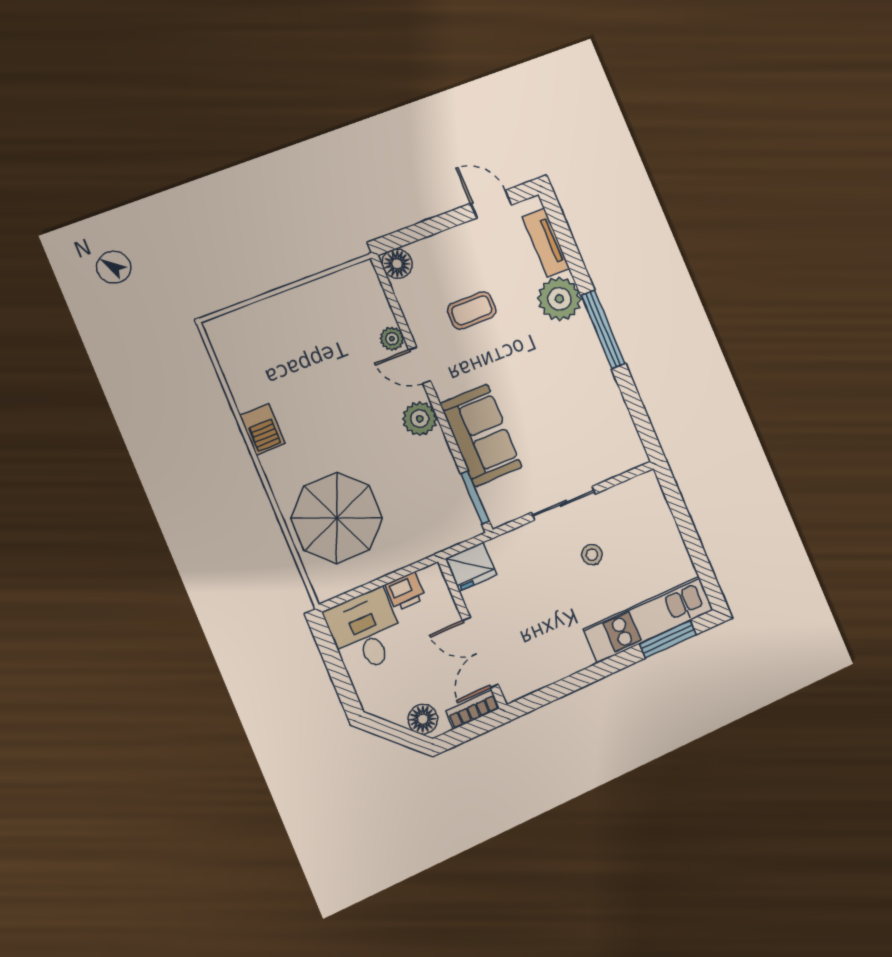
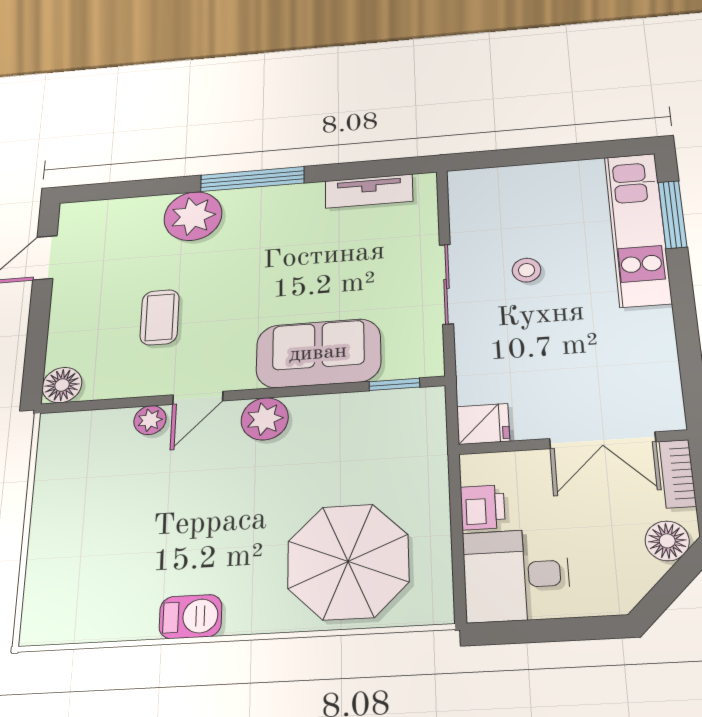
tv unit: (546, 243) -> (369, 191), moved
window: (475, 498) -> (394, 384), width x0.67
fridge: (471, 567) -> (483, 424), width x0.72

